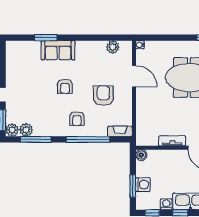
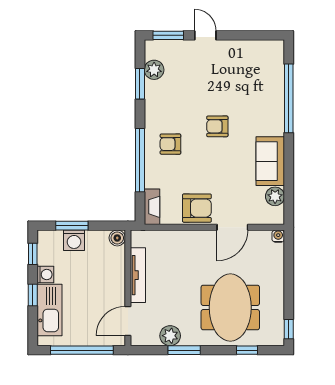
window: (46, 38) -> (289, 98), width x2.11
sofa: (58, 50) -> (270, 161), moved
armchair: (103, 96) -> (197, 208), moved
plant: (12, 130) -> (154, 49), removed
window: (36, 139) -> (140, 84), width x0.69
tv unit: (172, 141) -> (138, 275), width x1.41

